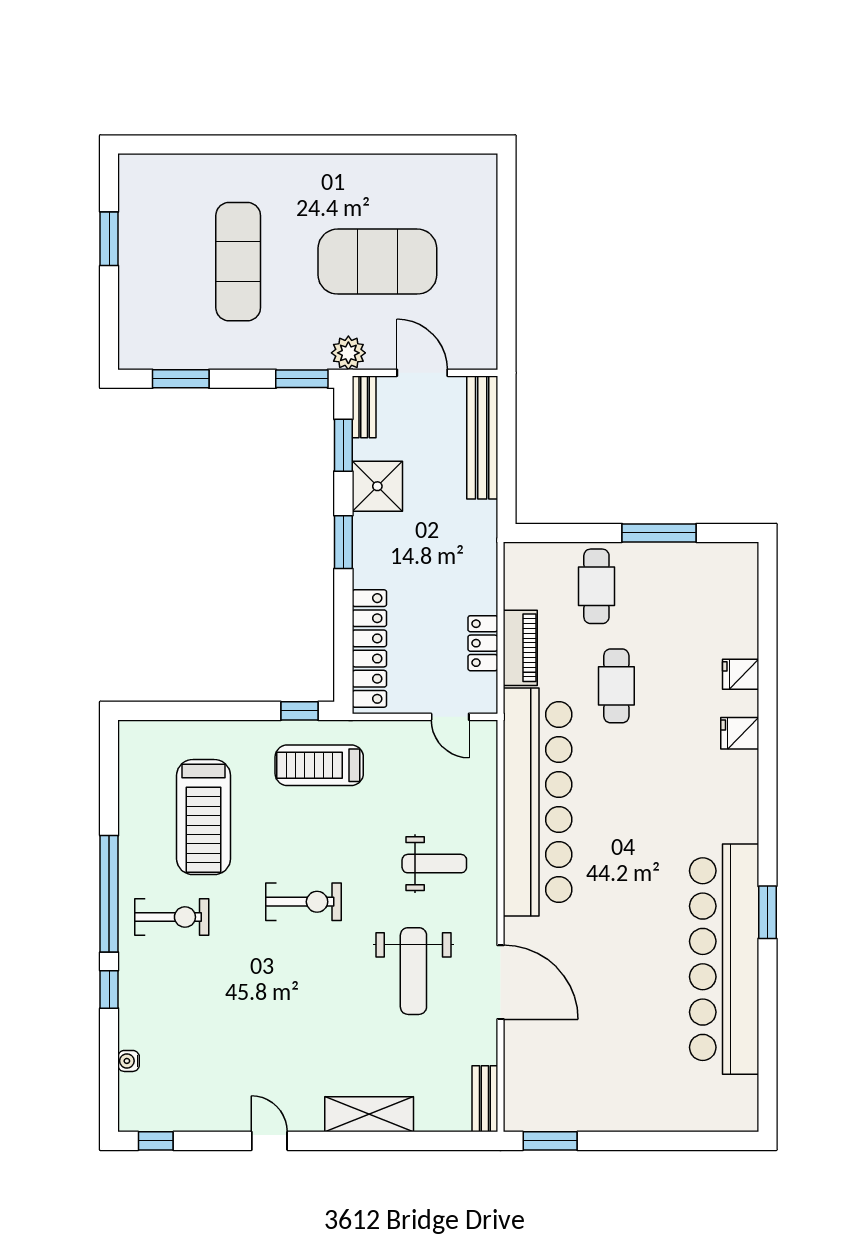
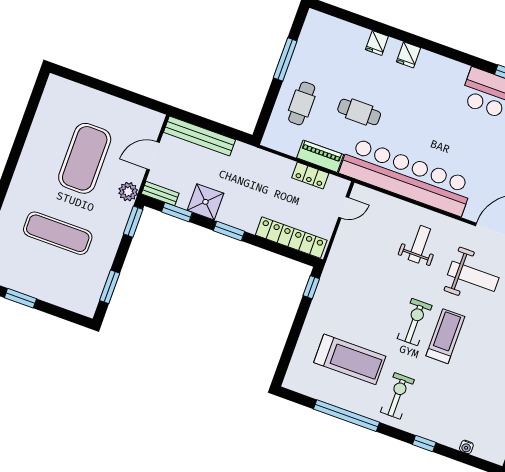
cafe table: (596, 586) -> (302, 103), turned 90
treadmill: (319, 765) -> (445, 336), moved, turned 180
window: (109, 894) -> (347, 416), moved

